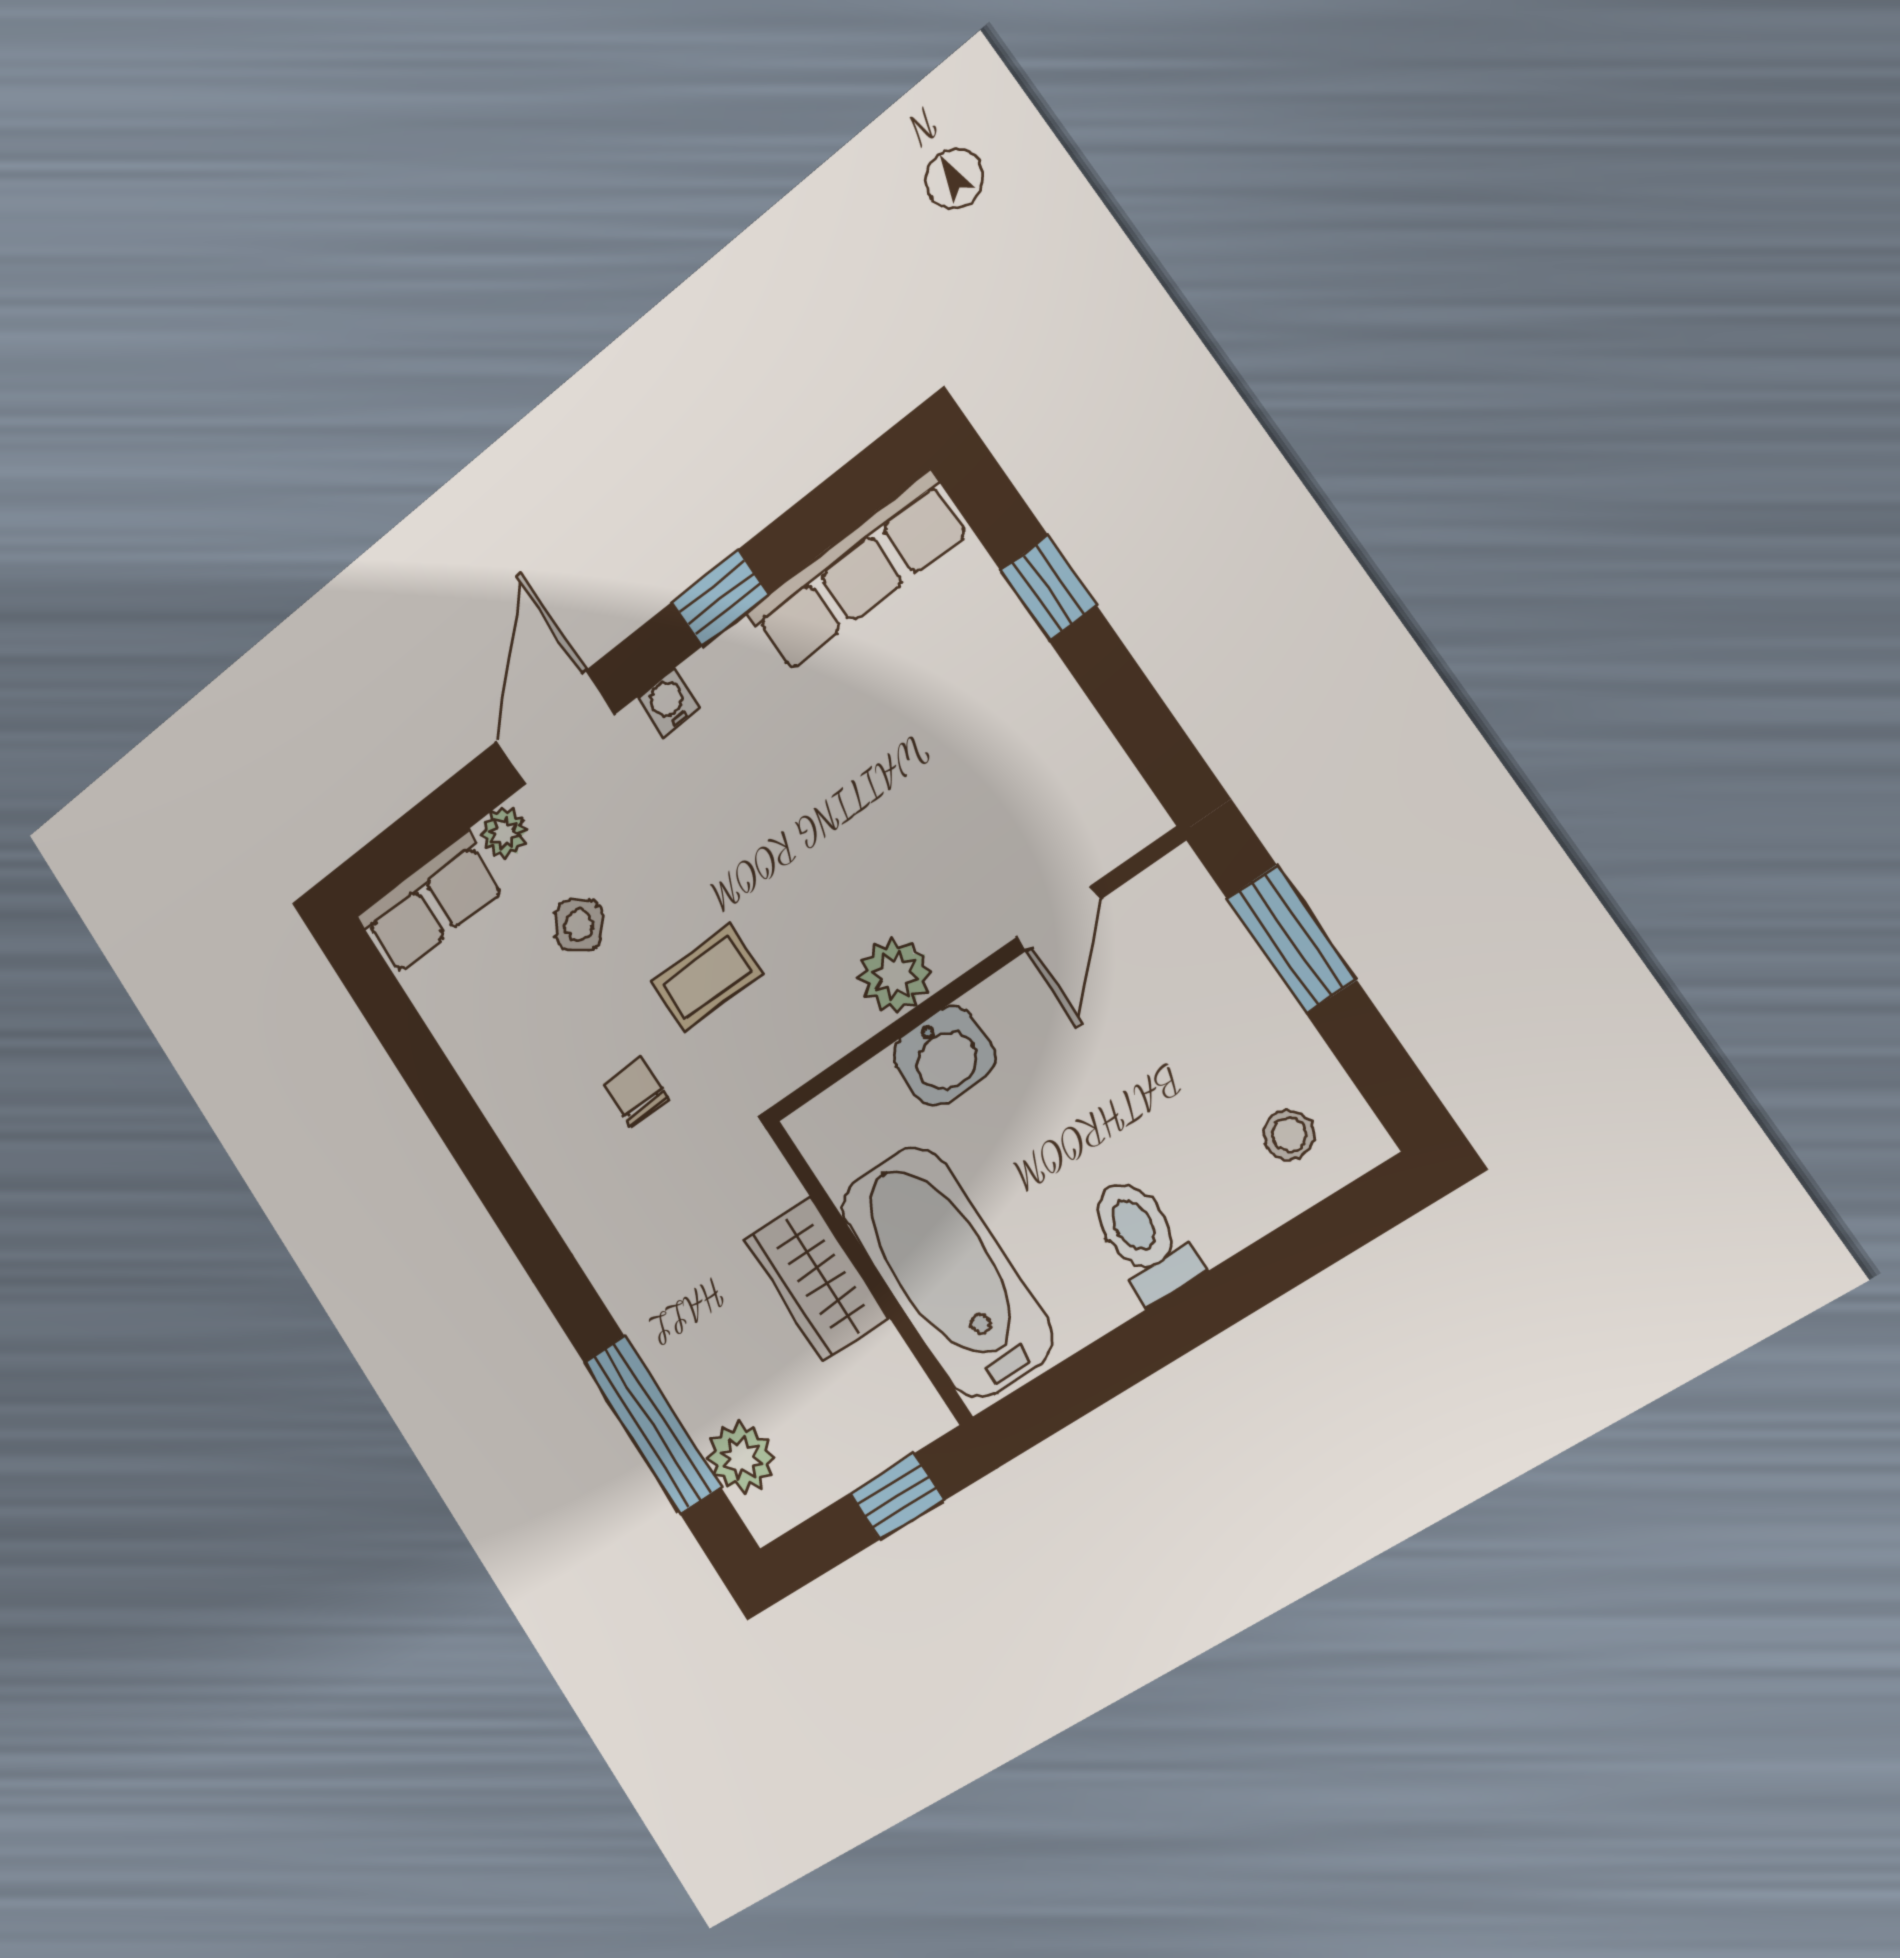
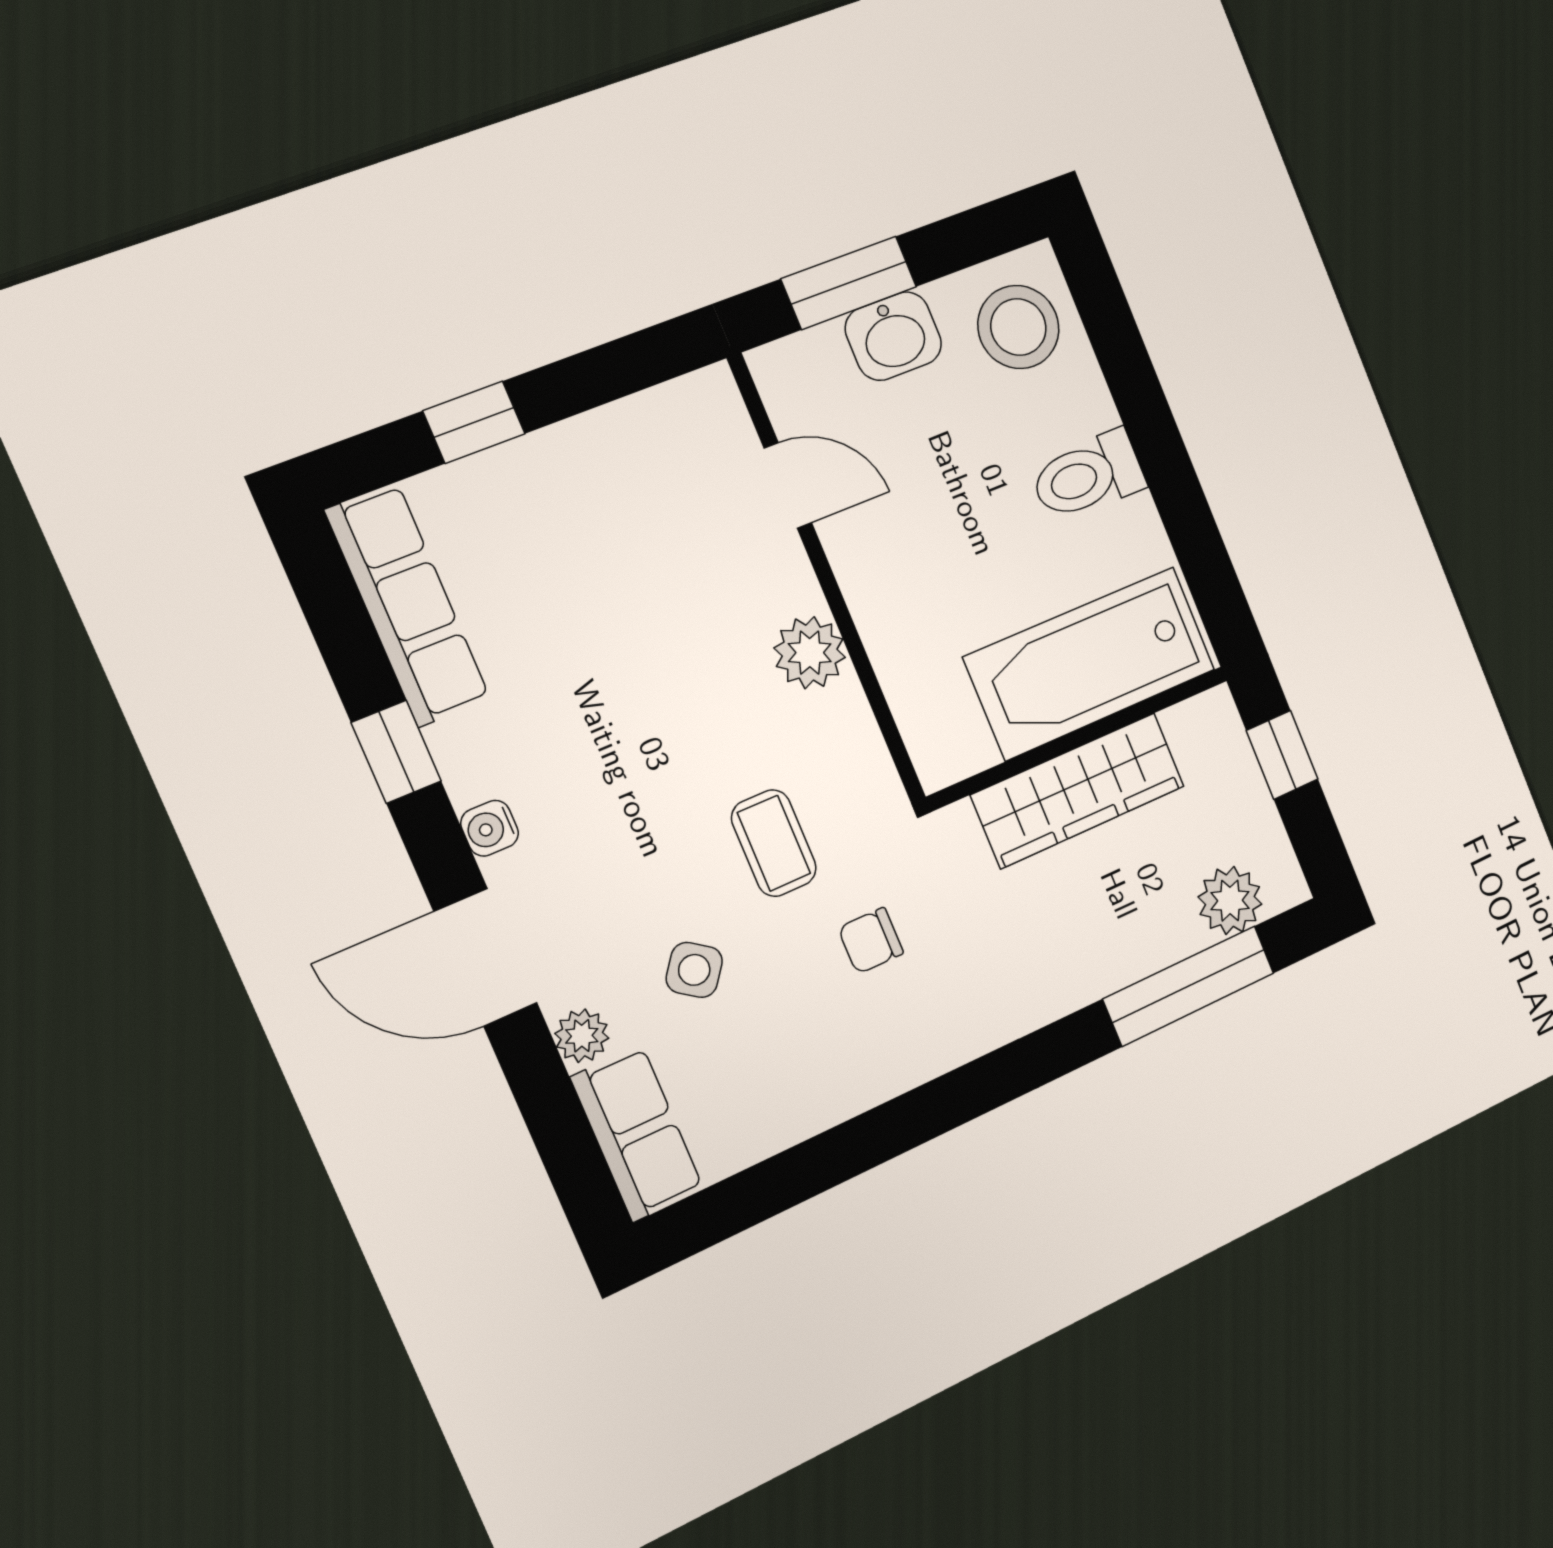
washbasin: (944, 1056) -> (893, 336), moved, turned 90
stool: (1289, 1135) -> (1018, 327), width x1.89, depth x1.89
wardrobe: (817, 1279) -> (1078, 791), width x1.50

